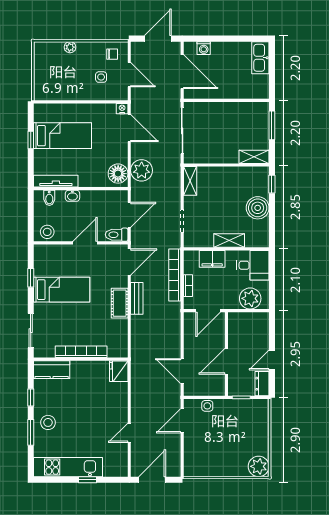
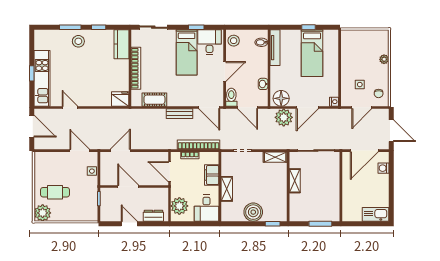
door: (129, 128) -> (307, 107), moved
shelving: (254, 157) -> (295, 181), moved
washbasin: (72, 196) -> (263, 84), moved
door: (85, 243) -> (225, 71), hinge flipped
desk: (49, 262) -> (209, 42), added
cot: (120, 303) -> (154, 100), moved
dresser: (262, 384) -> (153, 216), moved
cafe table: (233, 451) -> (55, 192), added
kitchen unit: (68, 467) -> (42, 78), moved

